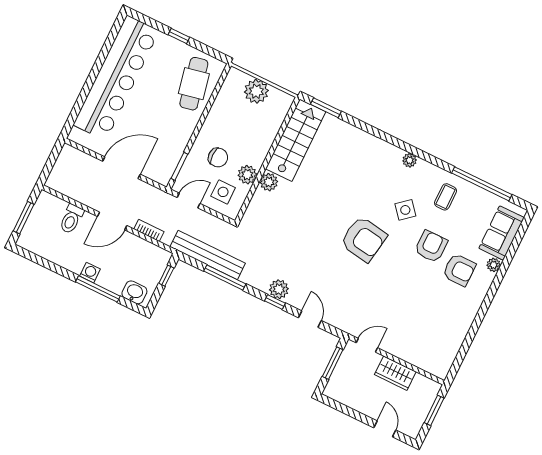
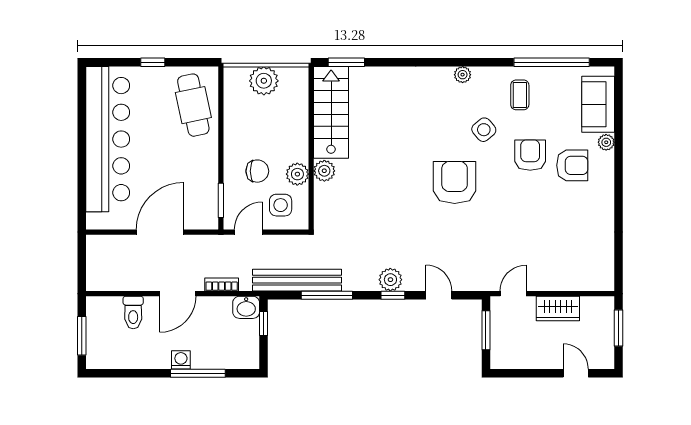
armchair: (364, 239) -> (455, 182), turned -99
washbasin: (134, 292) -> (246, 307), moved, turned 180

